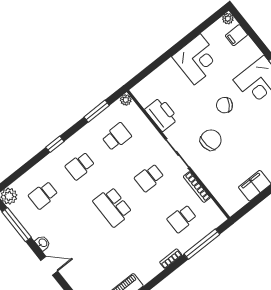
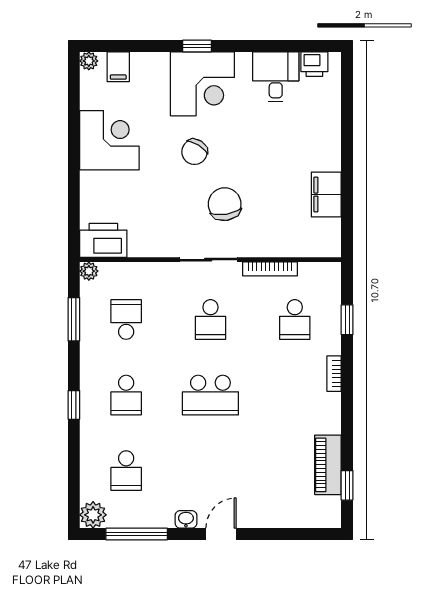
printer: (162, 114) -> (103, 240), moved
window: (202, 244) -> (347, 320), width x0.46

